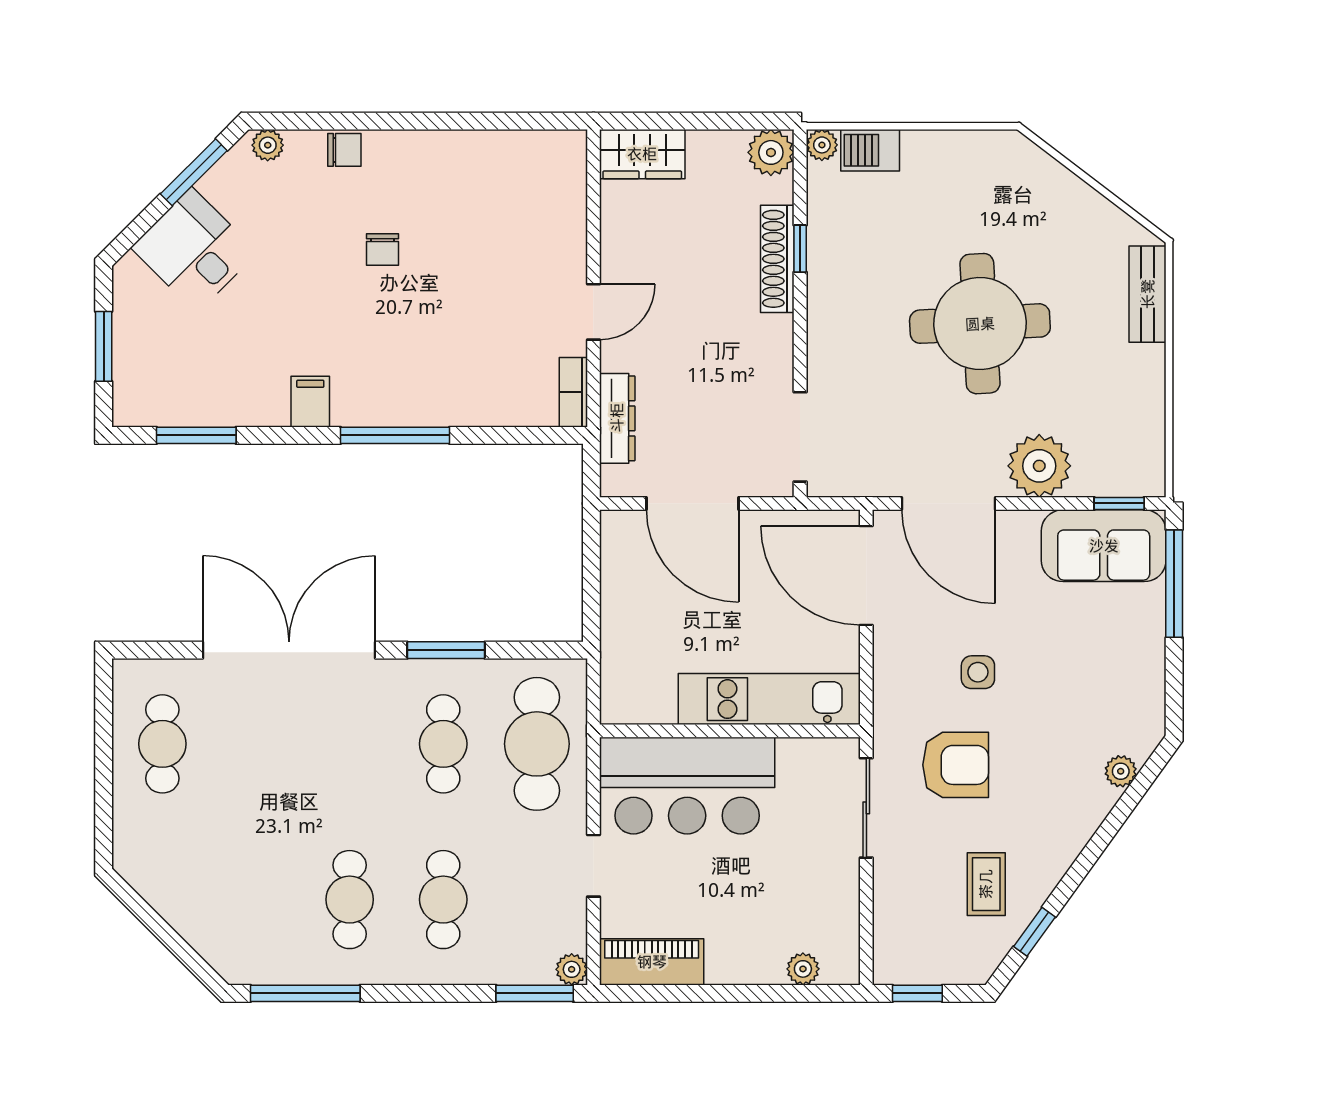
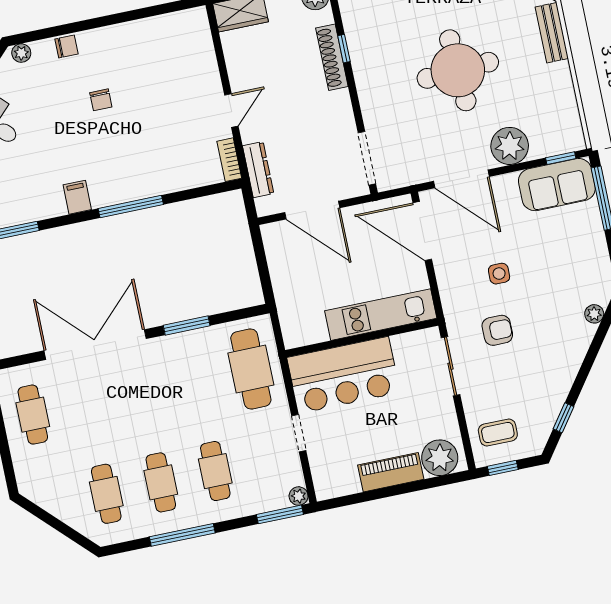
cafe table: (443, 744) -> (106, 494), moved
armchair: (956, 765) -> (497, 330), width x0.72, depth x0.72
coffee table: (986, 884) -> (498, 432), moved, turned 90
piano: (652, 962) -> (391, 472), moved
plant: (803, 969) -> (440, 458), width x1.87, depth x1.87
window: (305, 993) -> (182, 535), moved

